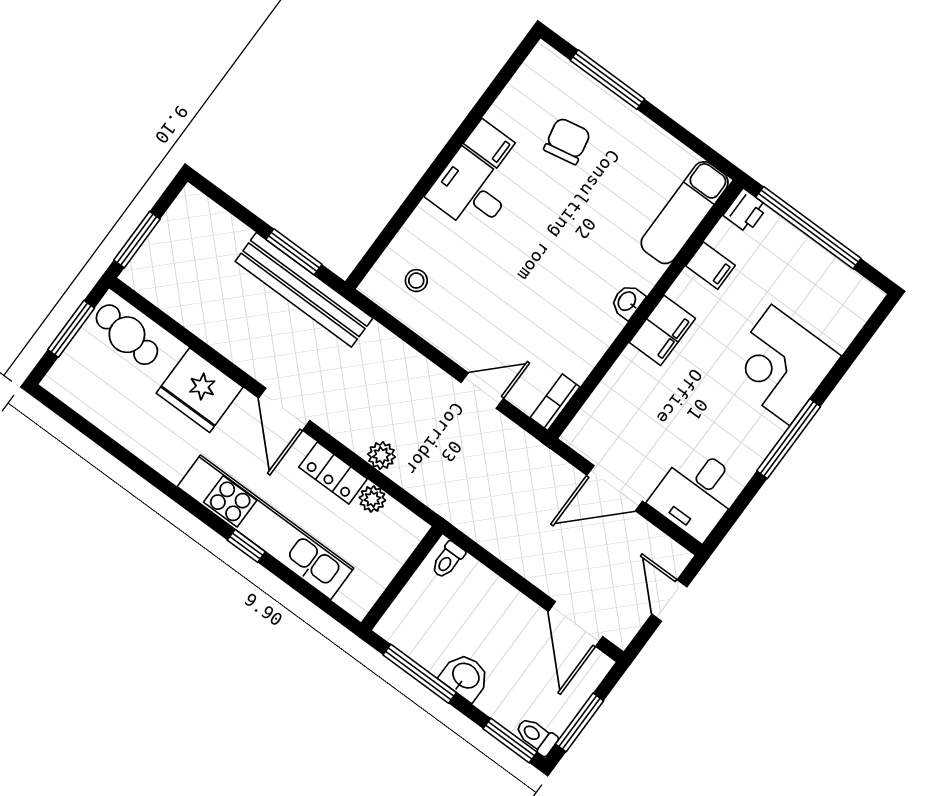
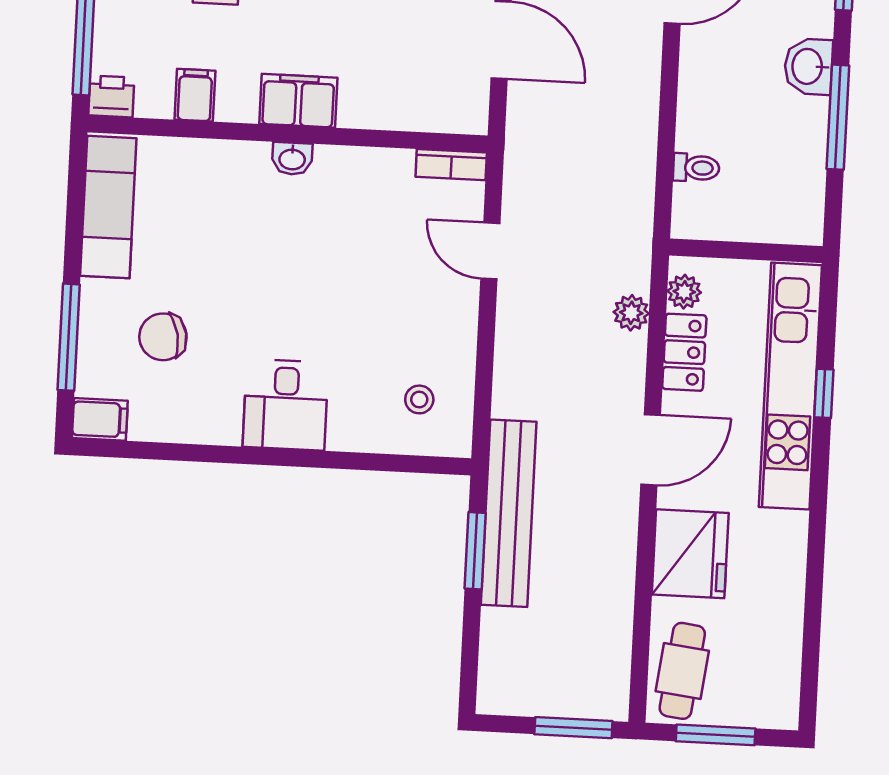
filing cabinet: (489, 143) -> (100, 419), moved, turned 90
exam couch: (685, 213) -> (108, 207), moved, turned -90
wall: (402, 578) -> (746, 251), moved

